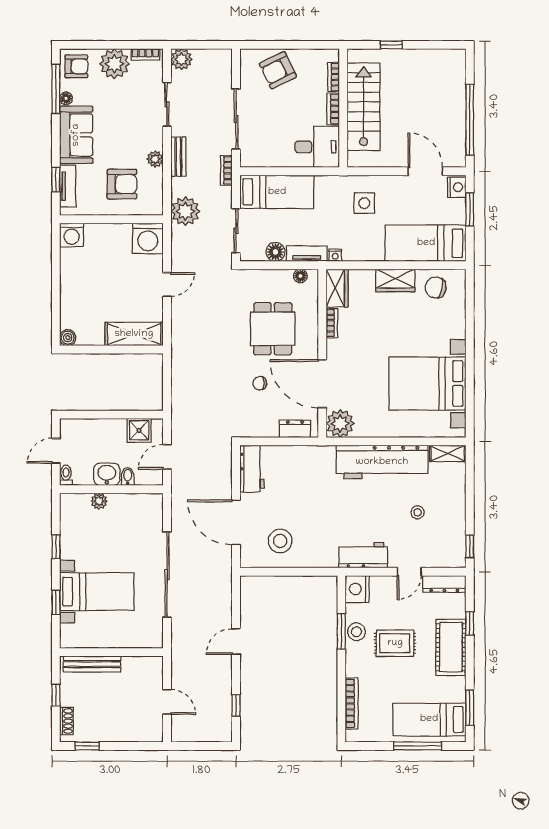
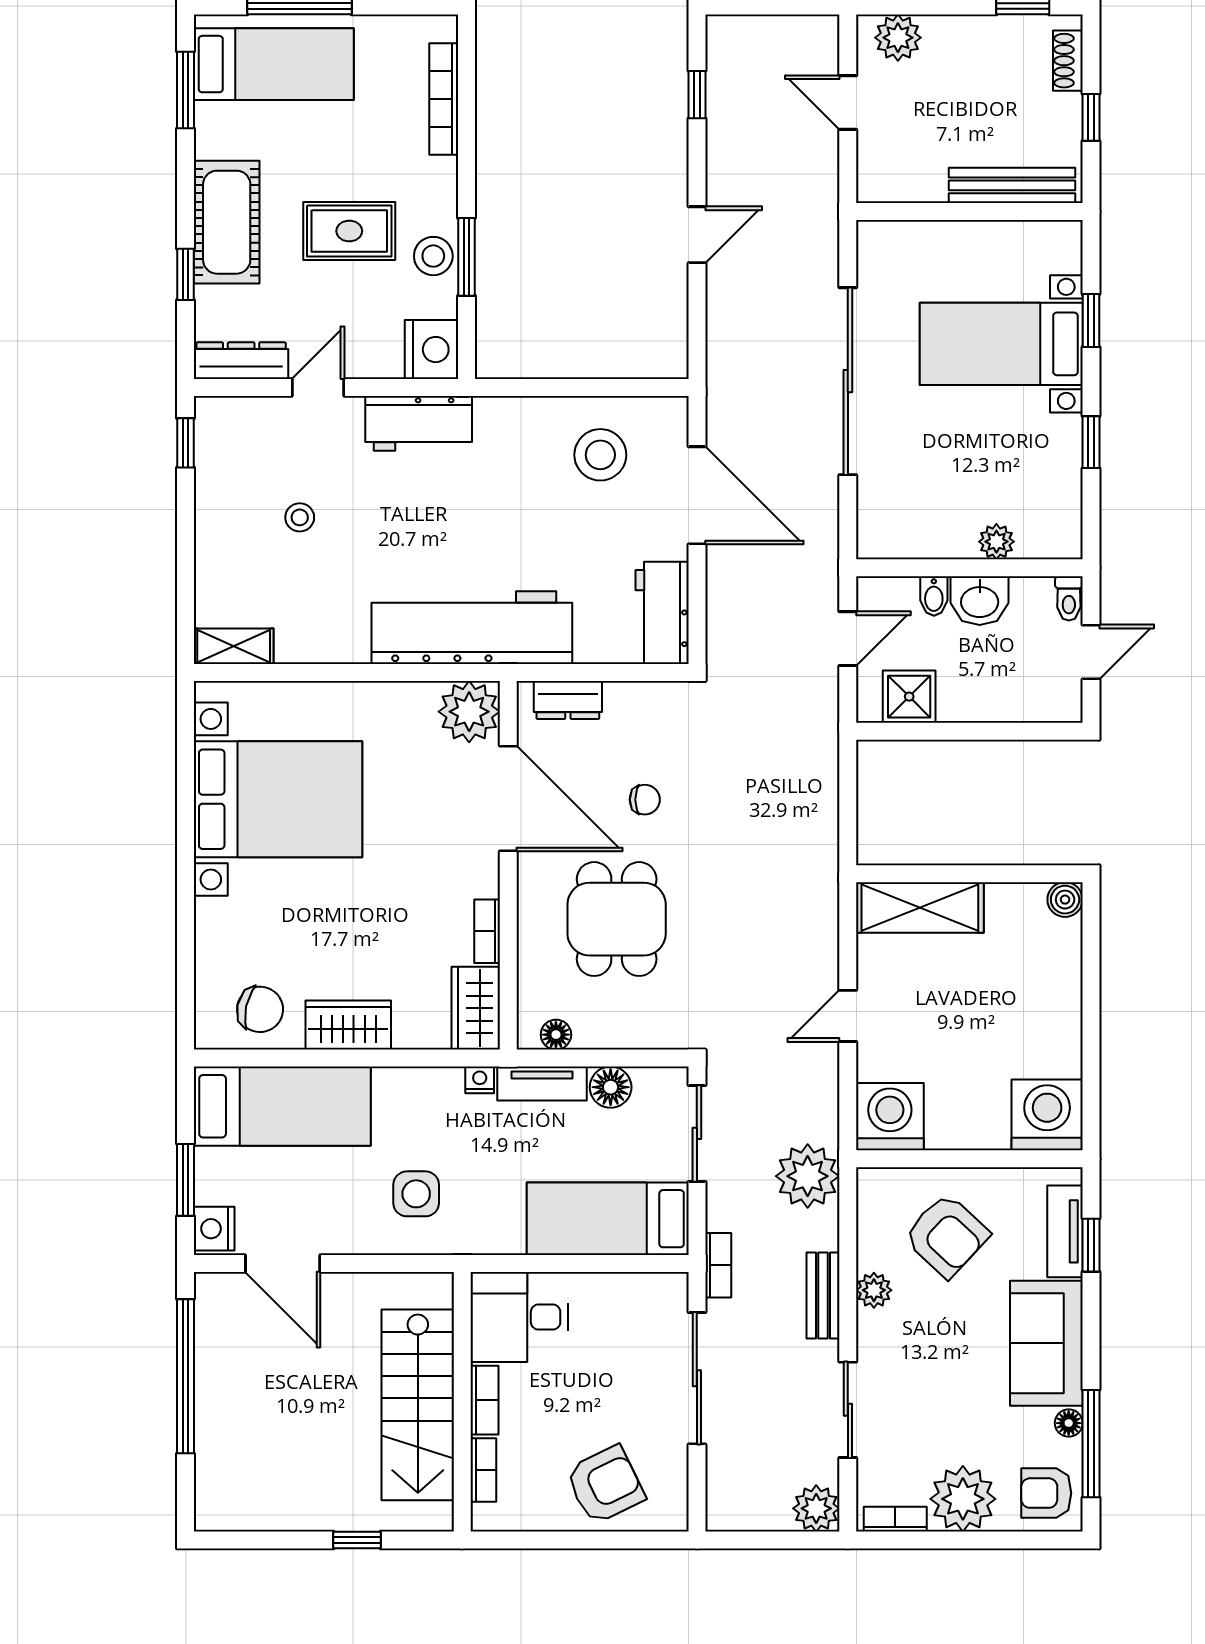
armchair: (122, 184) -> (946, 1236), turned -137
washing machine: (72, 235) -> (1047, 1115), width x1.37, depth x1.37
workbench: (382, 462) -> (472, 628), moved
plant: (144, 732) -> (898, 38), added

